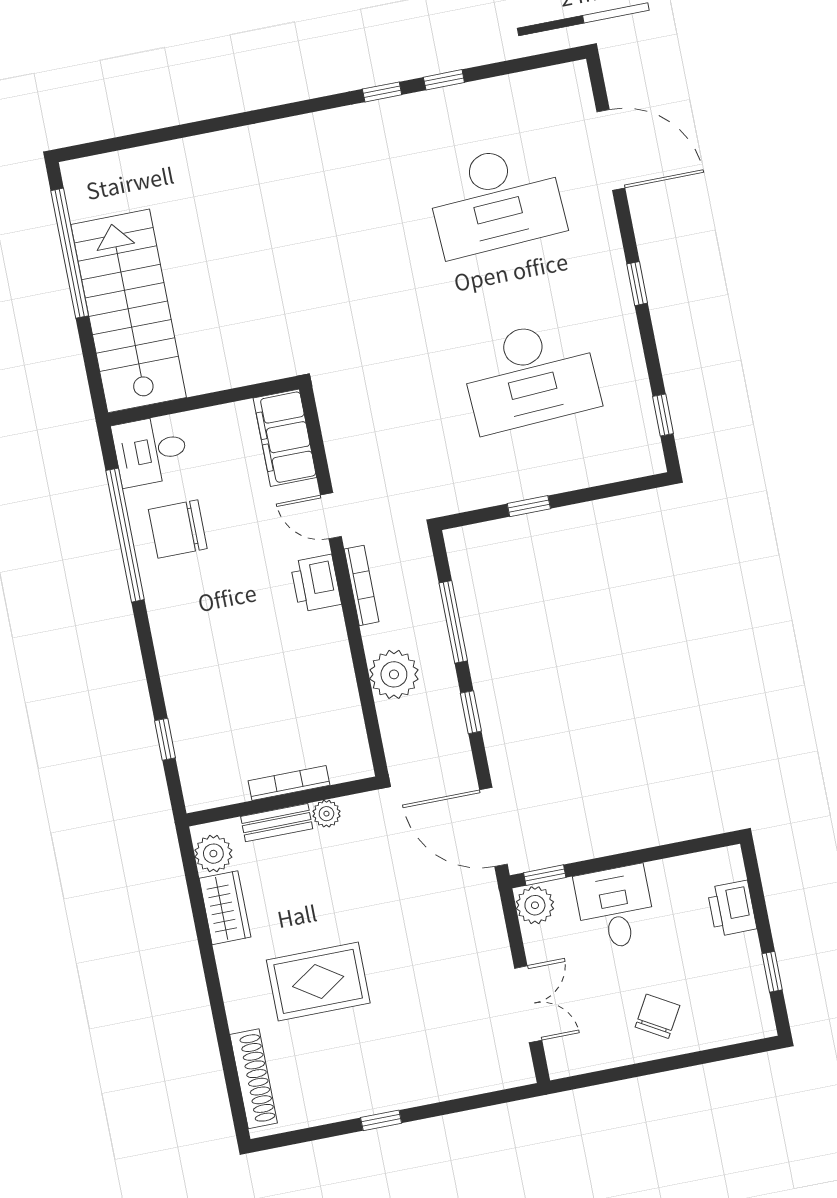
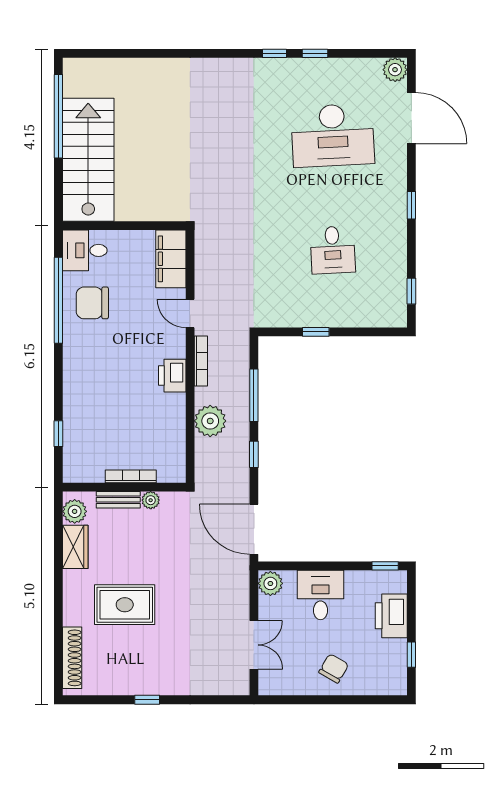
plant: (571, 81) -> (395, 70), added
desk: (530, 376) -> (333, 250), width x0.53, depth x0.77
printer: (316, 583) -> (172, 376), moved
window: (545, 875) -> (385, 566), moved
printer: (732, 908) -> (391, 616), width x1.37, depth x1.19

